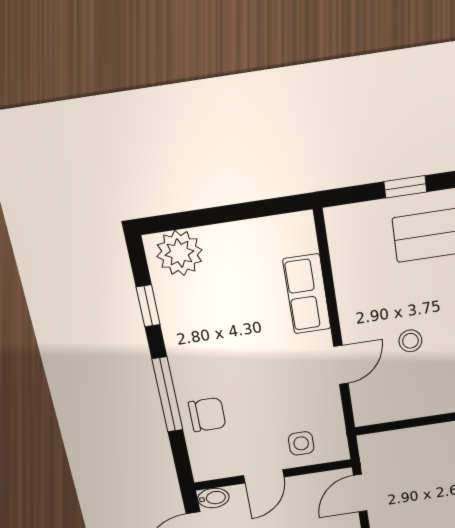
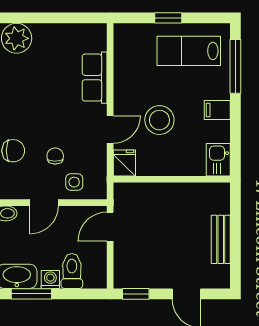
stool: (410, 341) -> (159, 120), width x1.89, depth x1.89
fridge: (368, 407) -> (124, 163), added
chair: (268, 413) -> (55, 156), added

